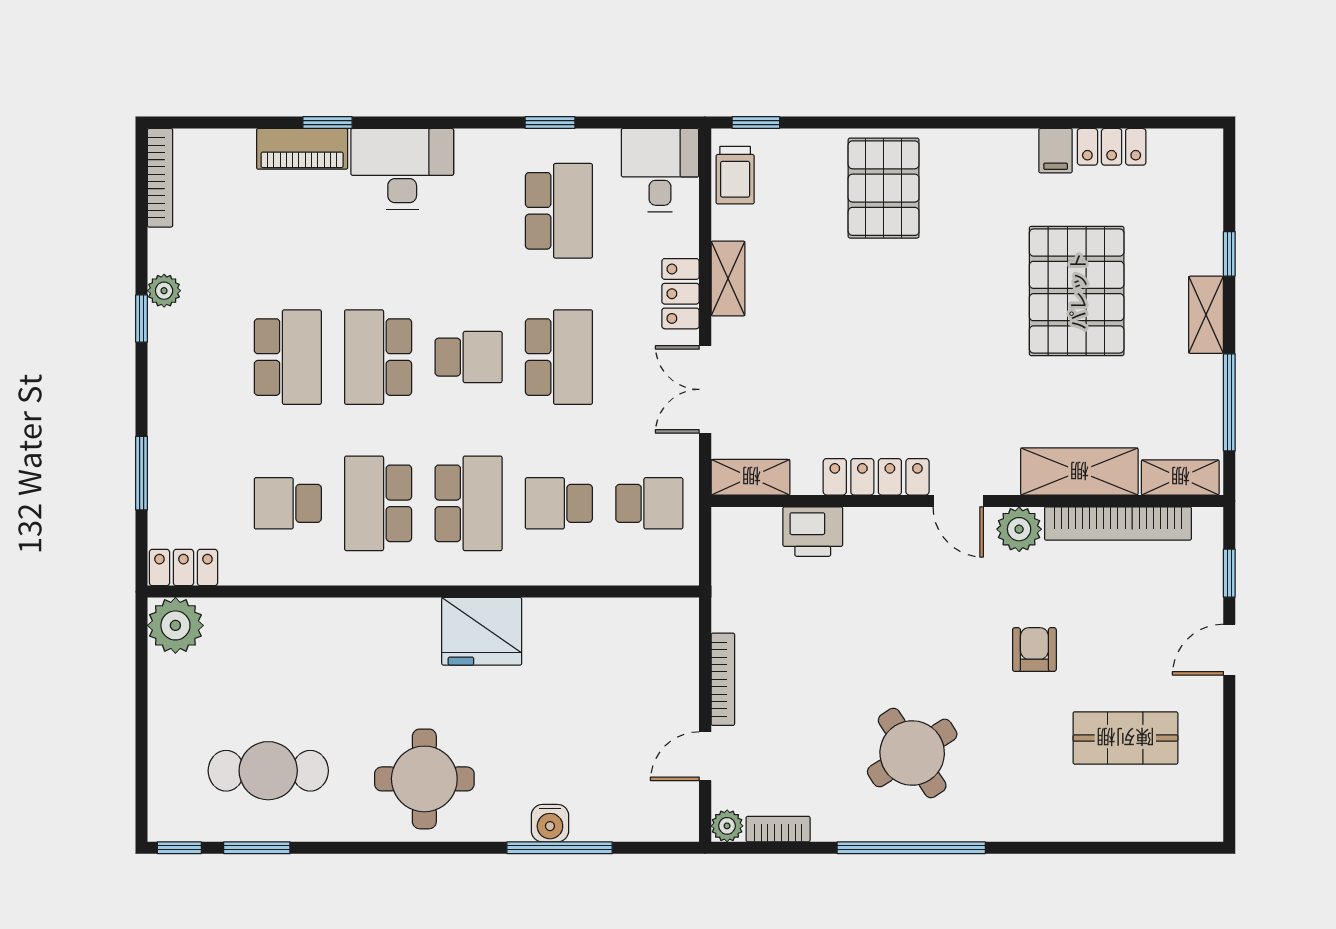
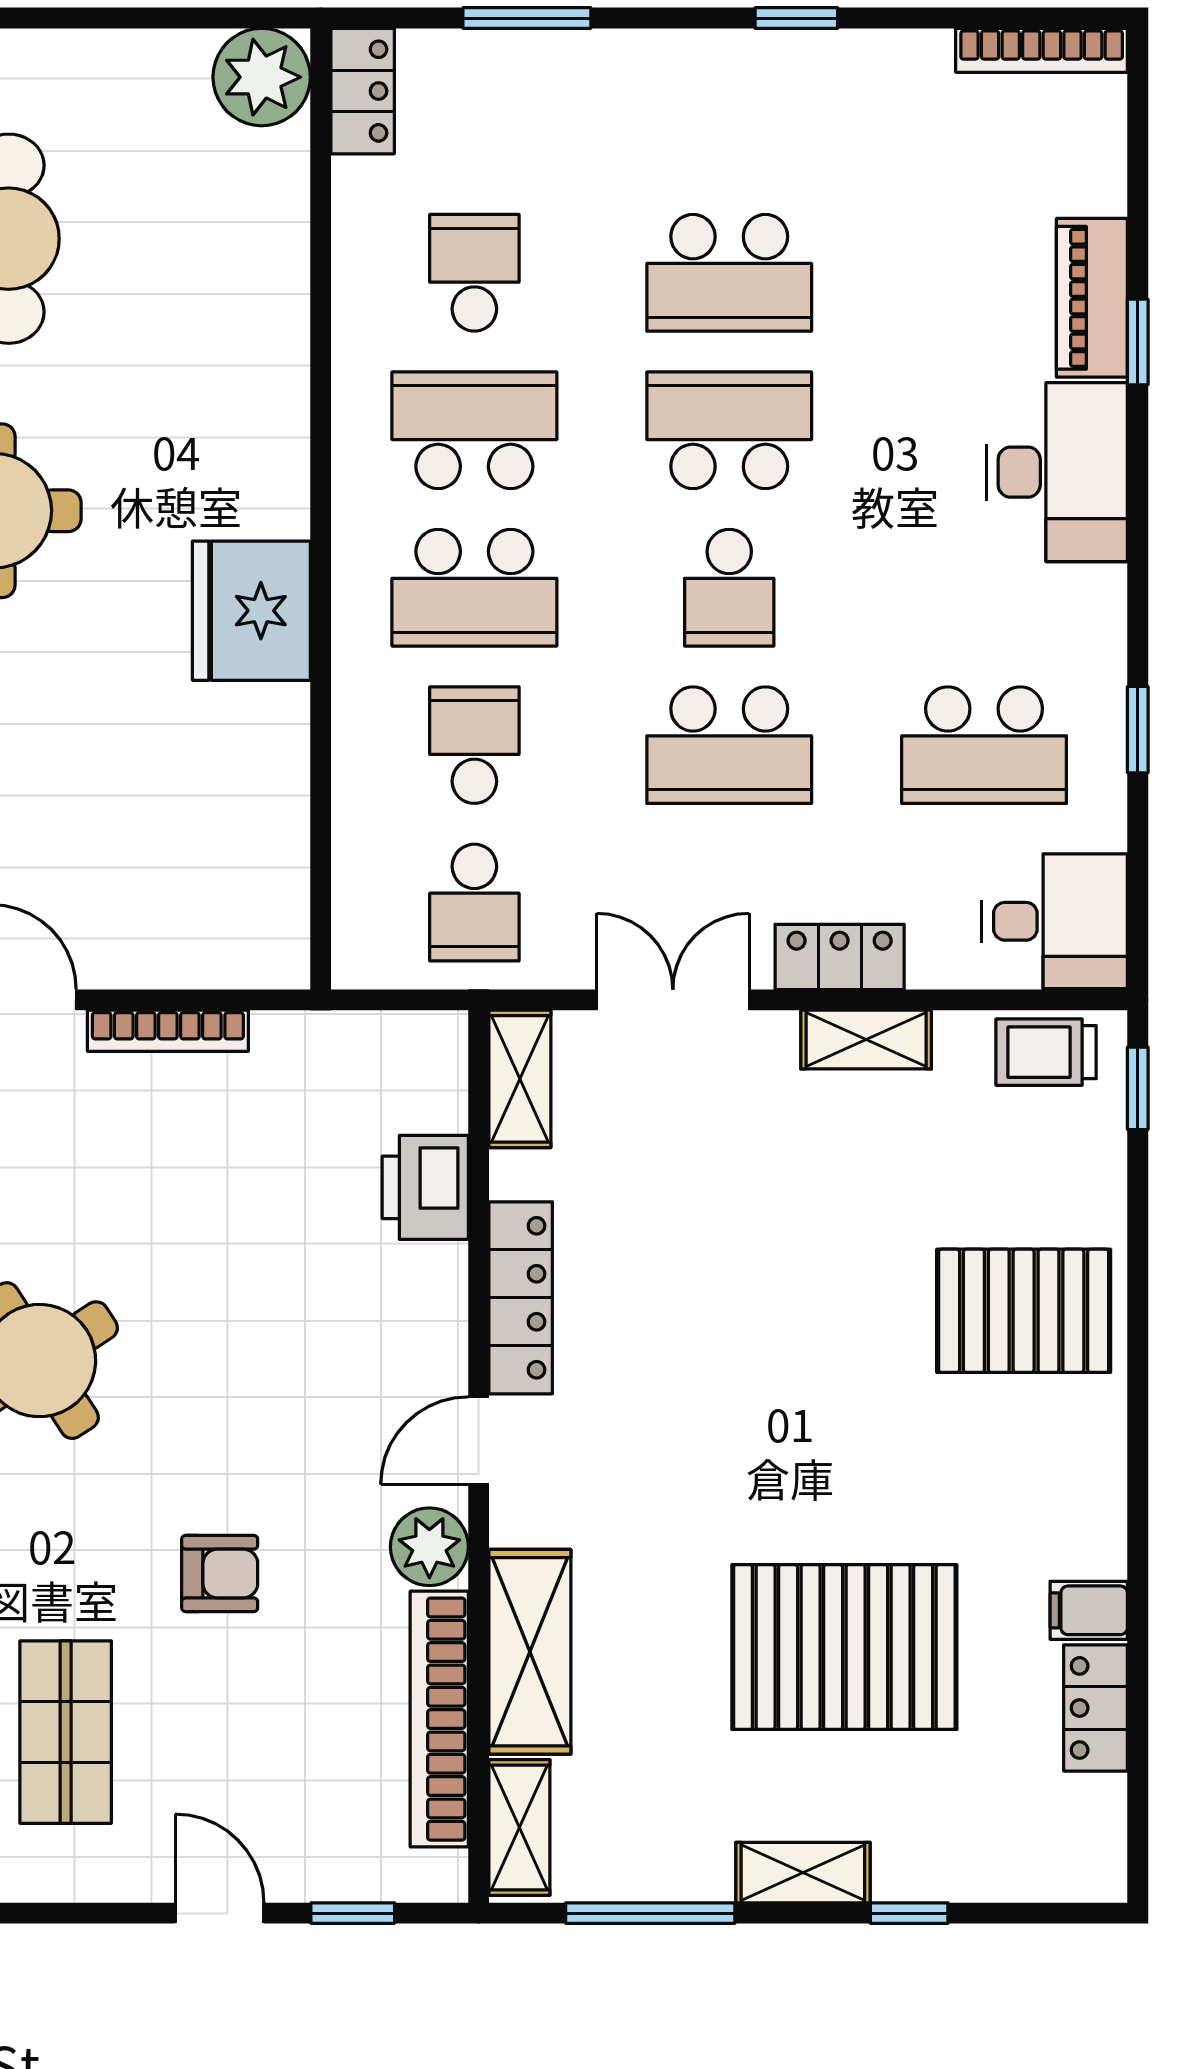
plant: (164, 291) -> (845, 57), removed

